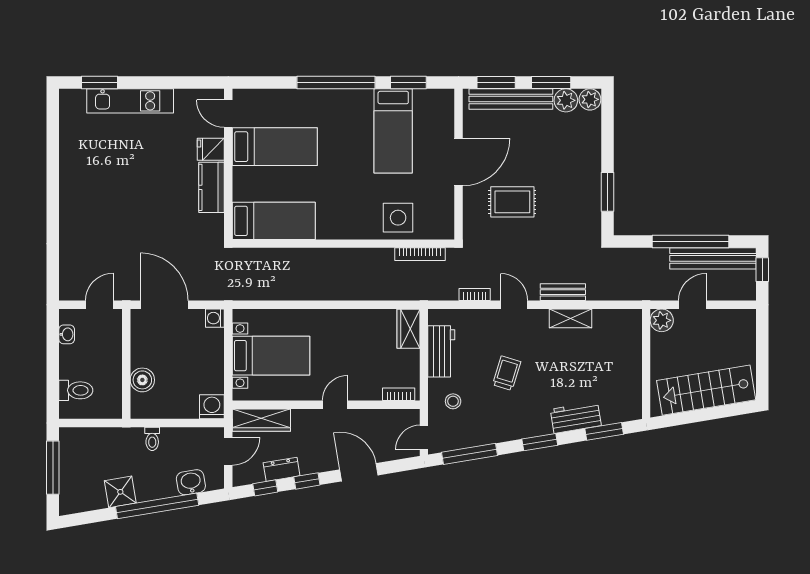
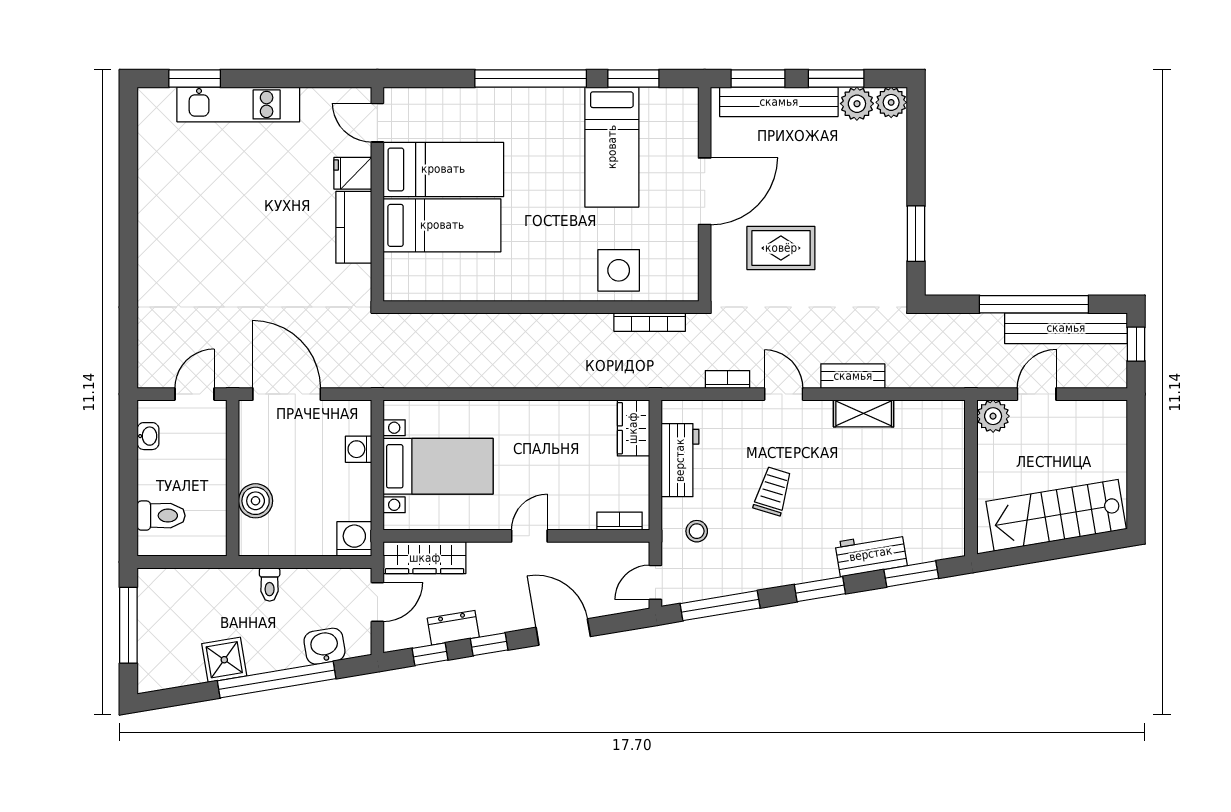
bed: (274, 221) -> (442, 225), moved
washing machine: (215, 318) -> (359, 449), moved

